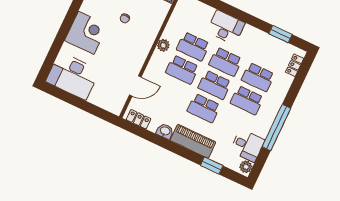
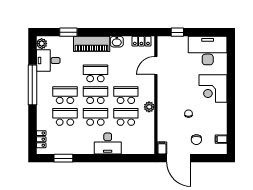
window: (96, 111) -> (177, 32), added

